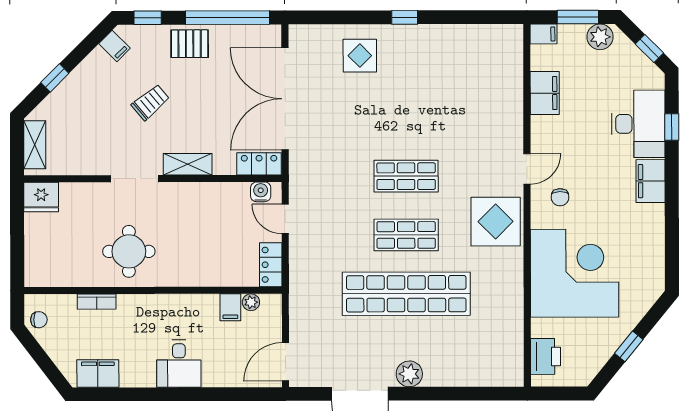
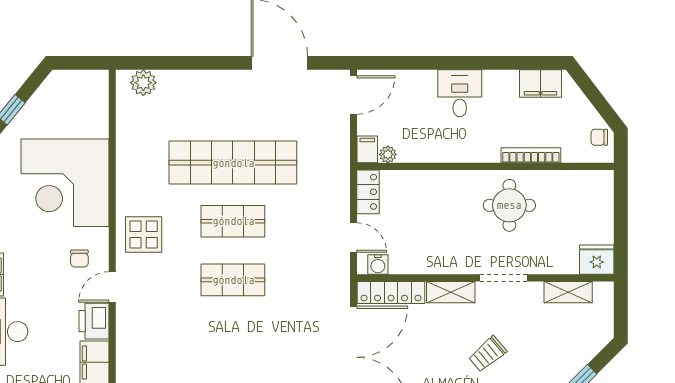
shelving: (35, 145) -> (568, 292), moved, turned 90
locker: (259, 164) -> (391, 292), width x1.53
chair: (560, 197) -> (79, 259), turned 180
display table: (496, 222) -> (144, 234), width x0.73, depth x0.73
bookcase: (97, 302) -> (531, 155), width x1.56
filing cabinet: (230, 307) -> (367, 149), moved
printer: (546, 356) -> (94, 321), moved
plant: (409, 374) -> (143, 83), moved

